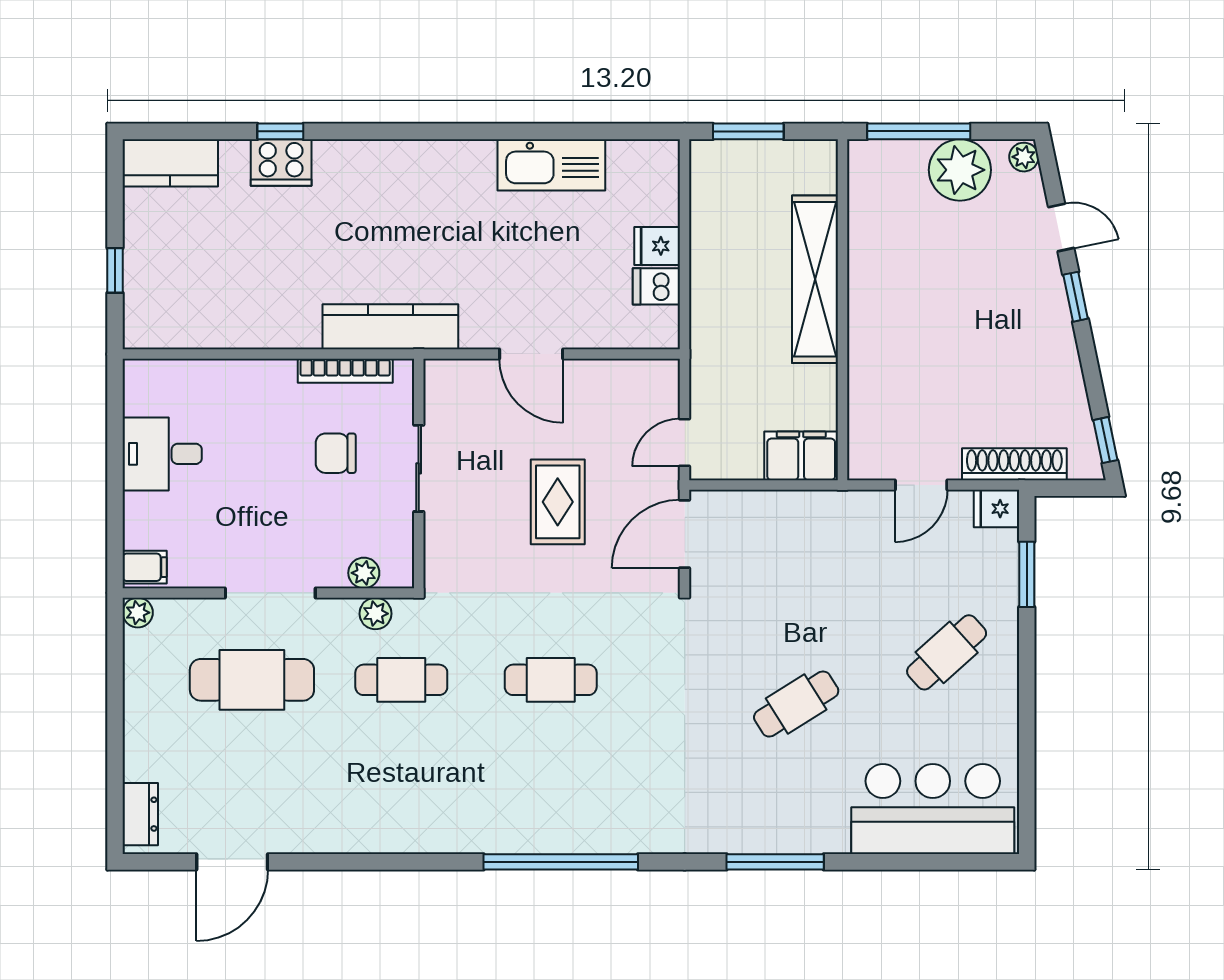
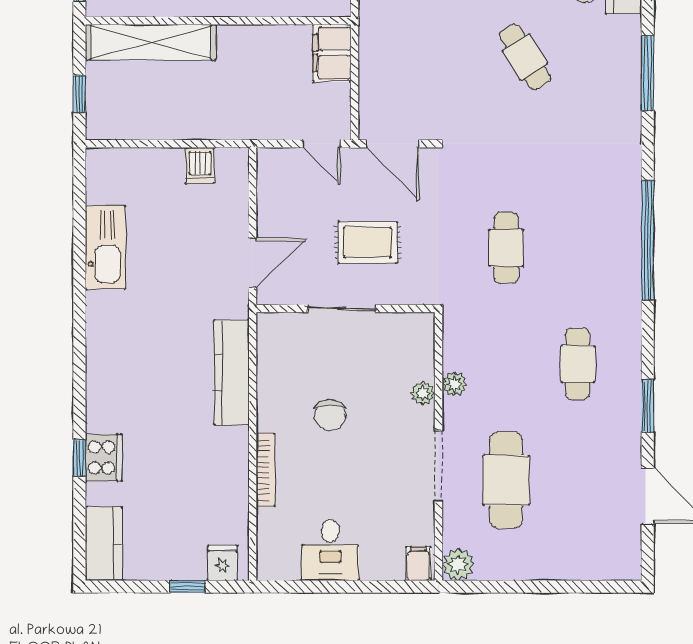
window: (748, 131) -> (79, 94), width x0.67
fridge: (657, 246) -> (222, 563), moved, turned 180
shelving: (815, 279) -> (151, 42), moved
bookcase: (345, 371) -> (266, 470), moved
sliding door: (419, 468) -> (342, 309), moved
wall: (419, 474) -> (346, 309), moved
plant: (138, 613) -> (458, 565), width x1.38, depth x1.38
cafe table: (401, 680) -> (578, 364), moved
dresser: (140, 814) -> (610, 567), removed
window: (347, 862) -> (648, 406), added

